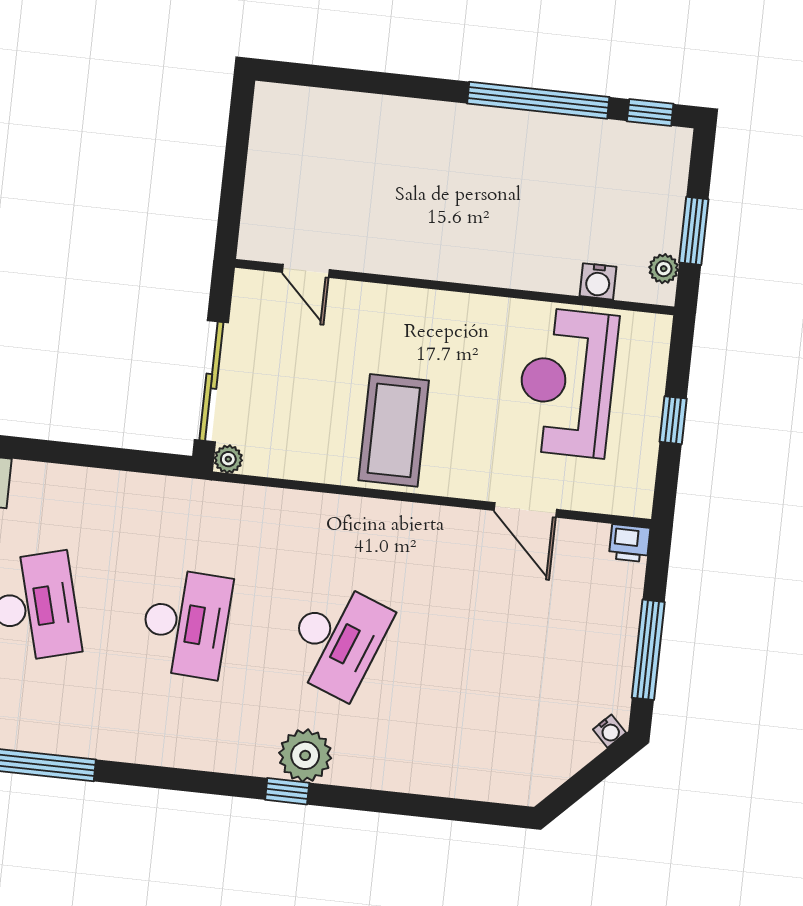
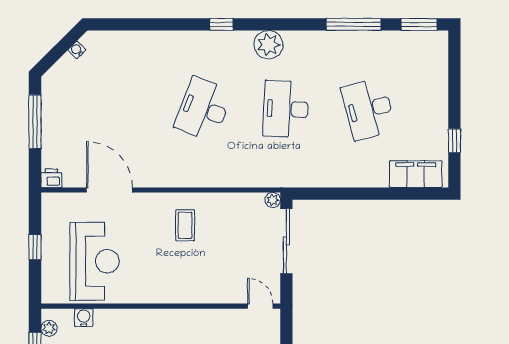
door: (306, 271) -> (260, 306), moved
coffee table: (394, 430) -> (185, 225), width x0.54, depth x0.58
door: (525, 510) -> (110, 190), width x1.36
water cooler: (609, 731) -> (77, 50), moved
plant: (305, 755) -> (268, 45), moved

